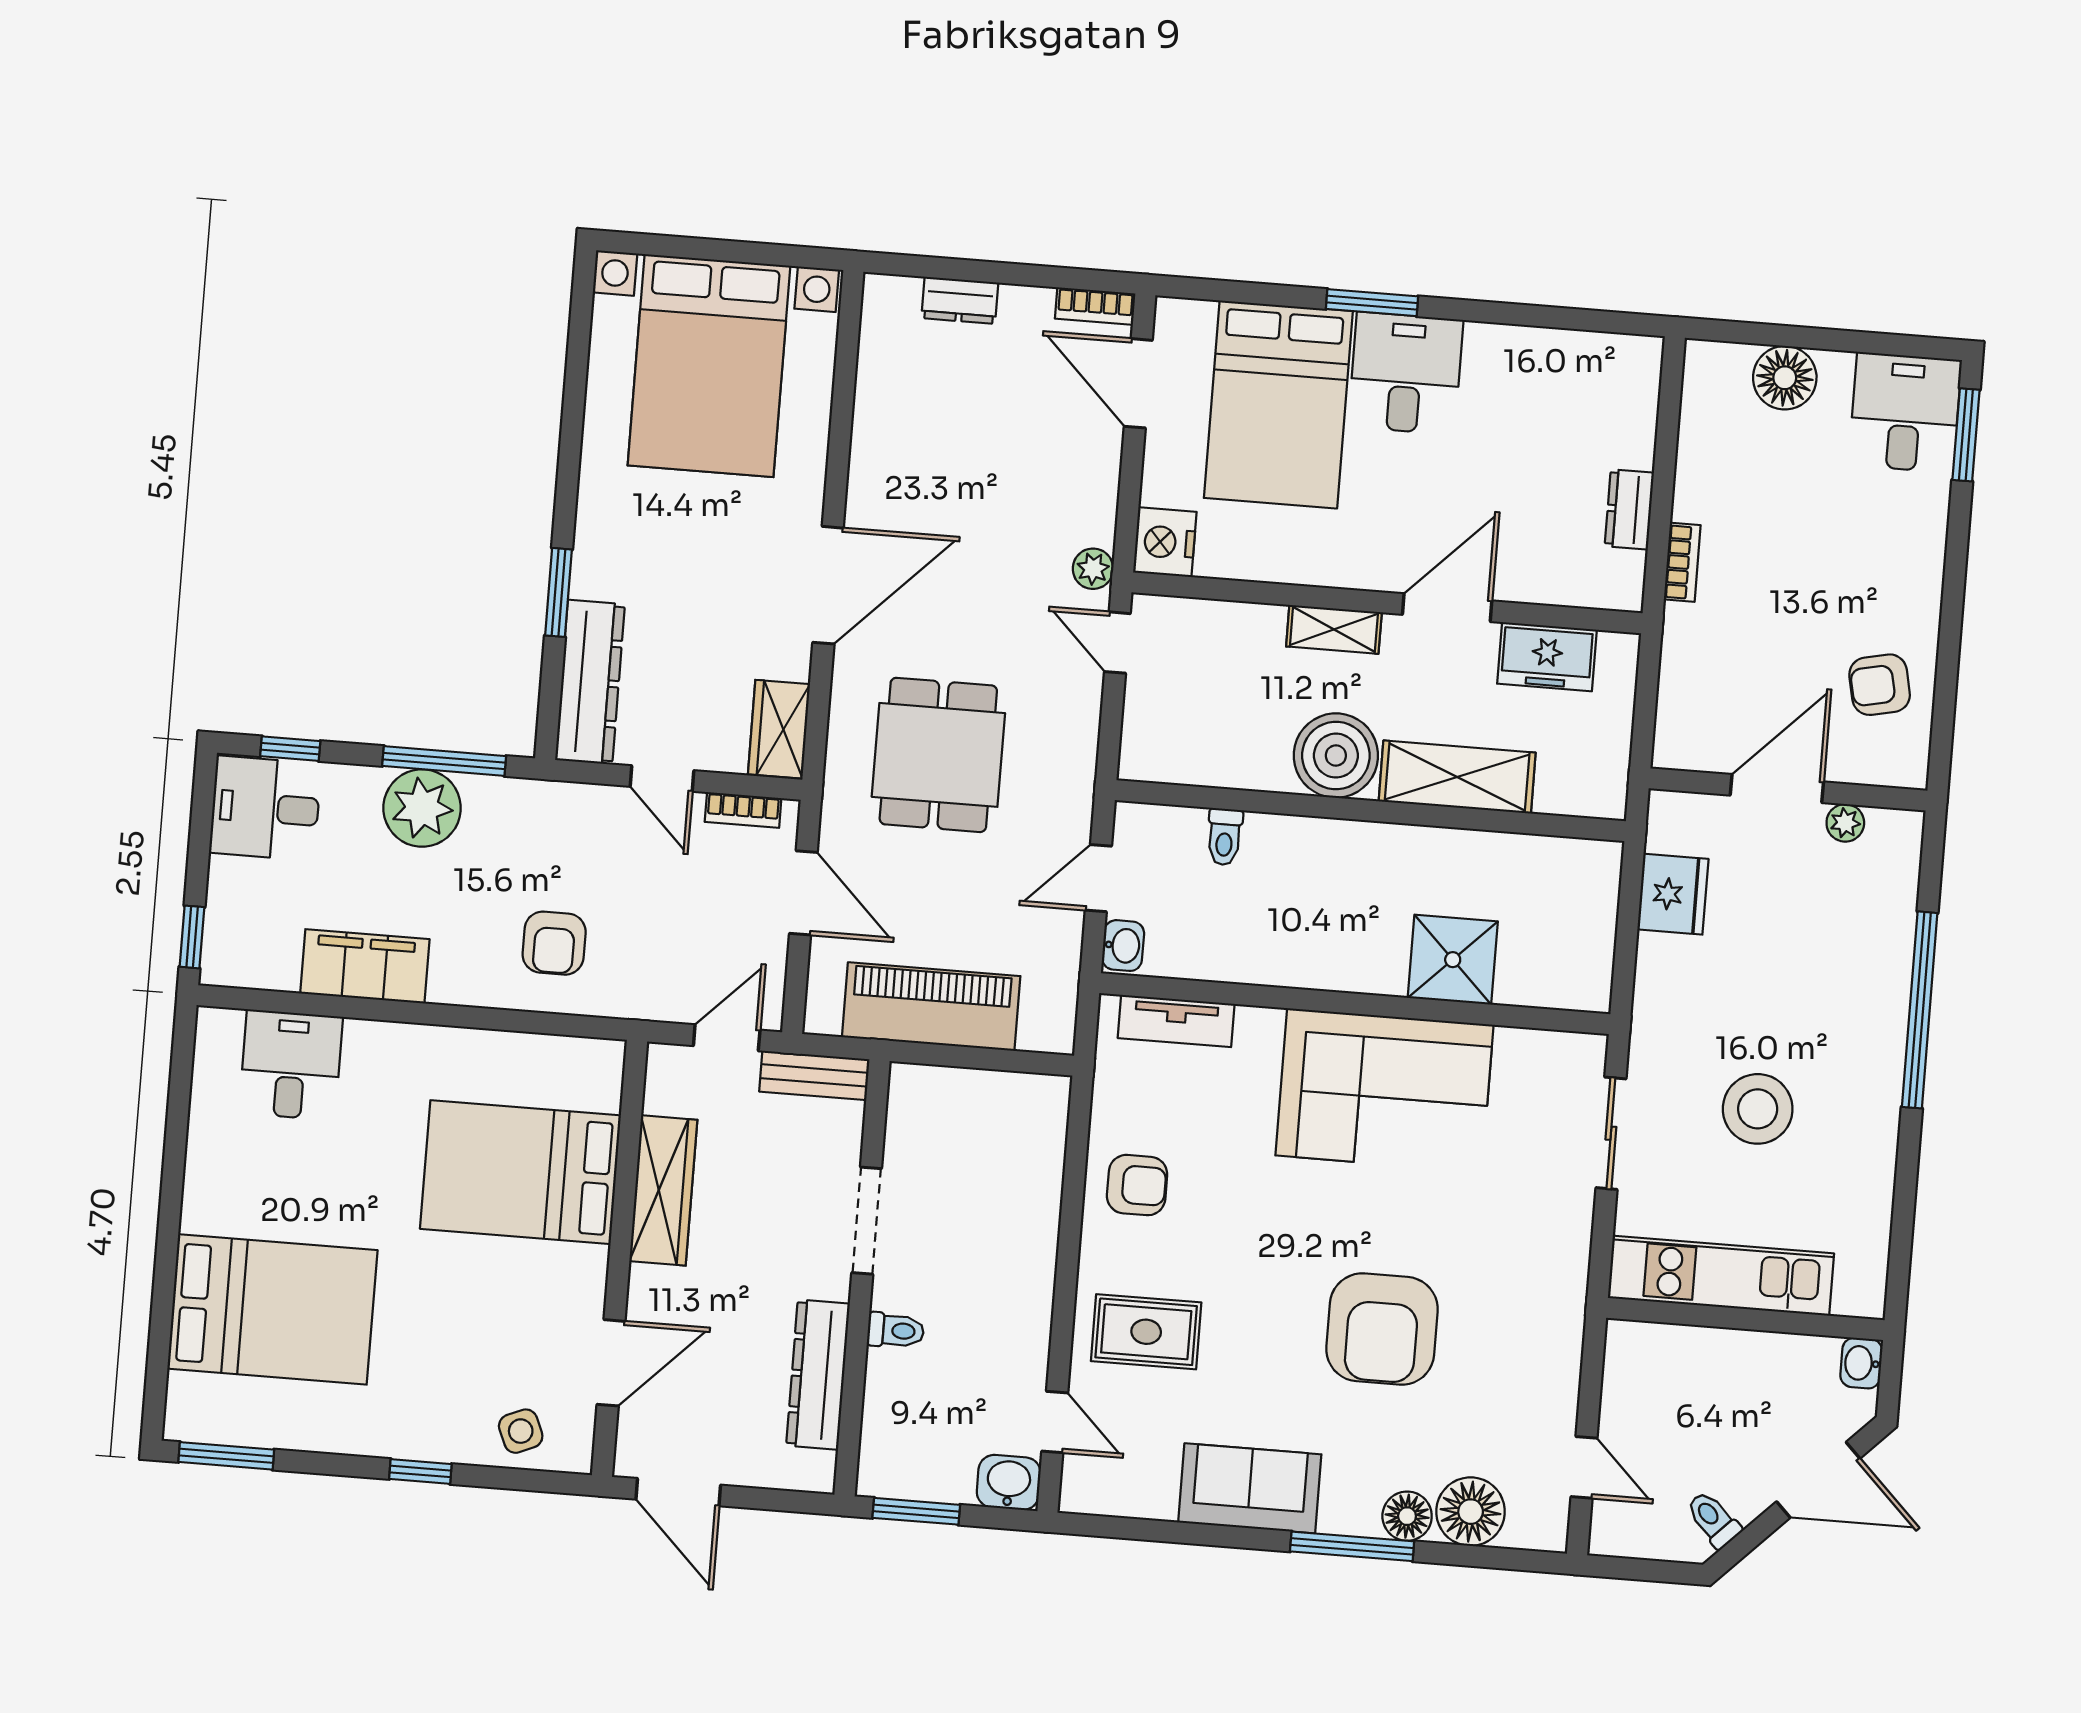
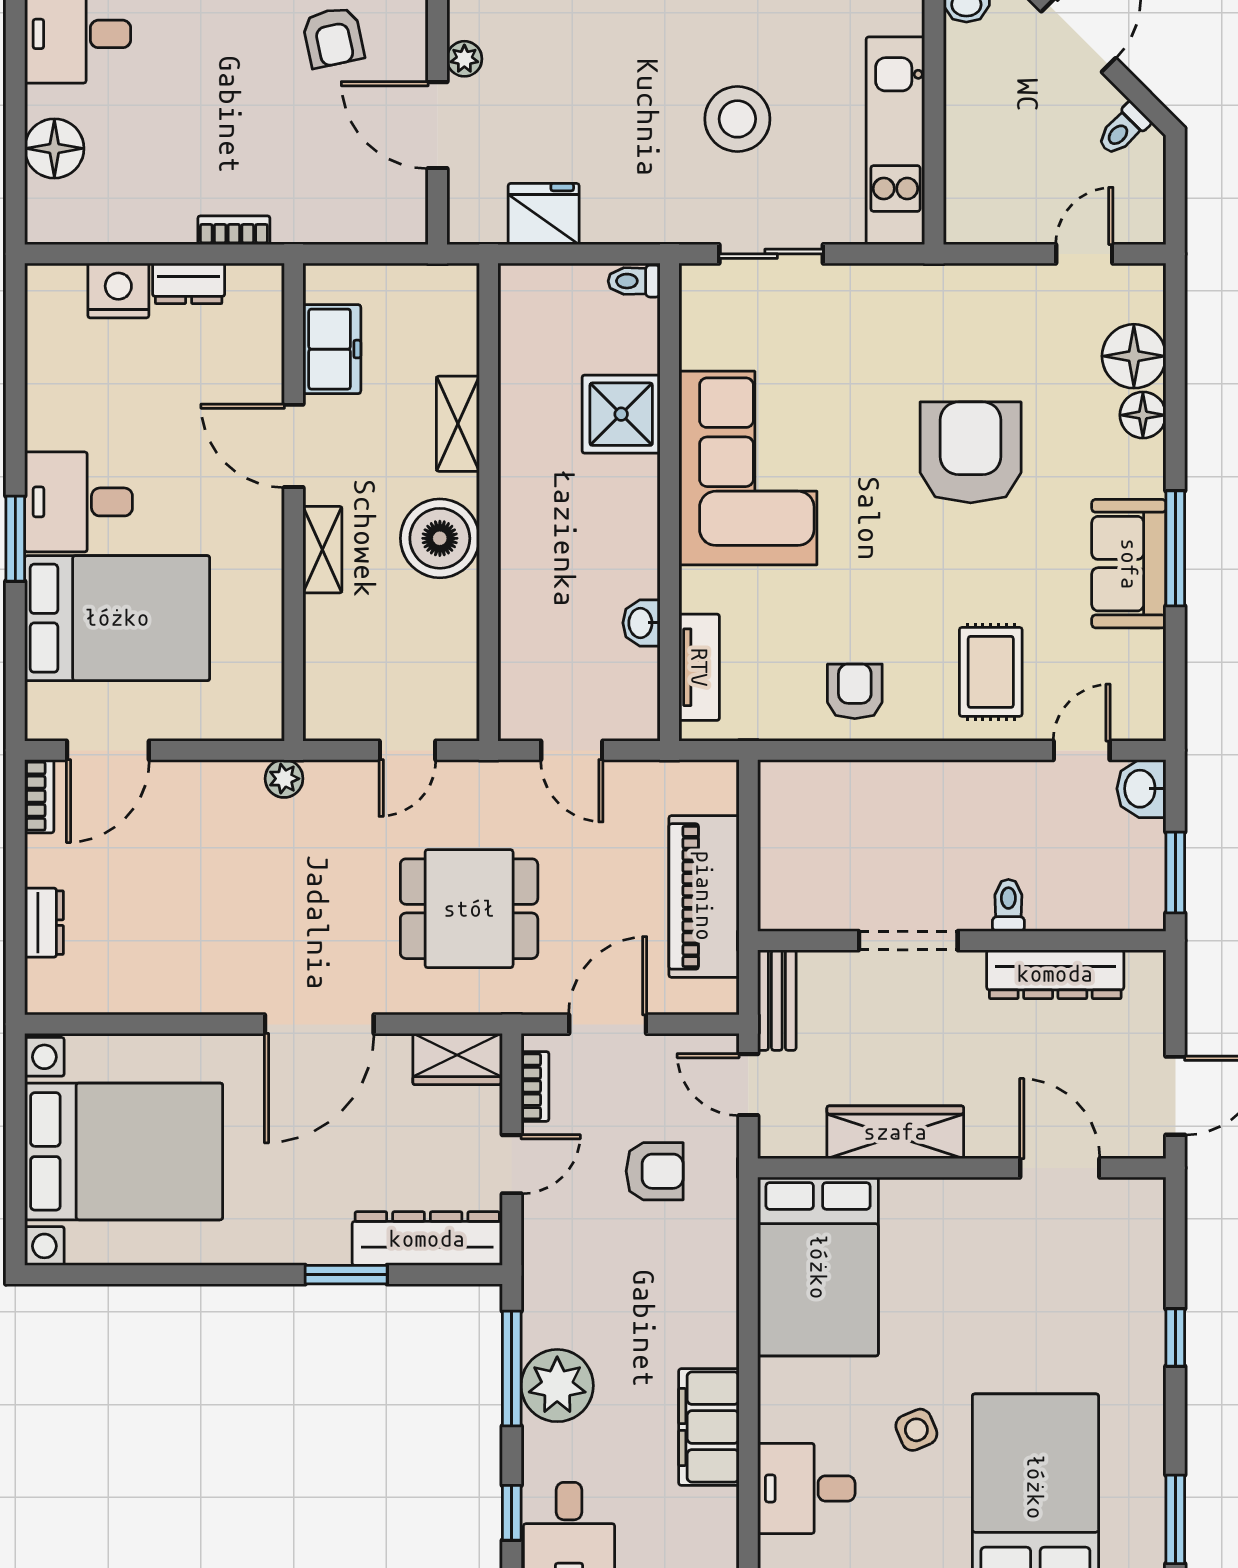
nightstand: (1165, 542) -> (118, 291), moved, turned 180
door: (828, 585) -> (319, 1024), swing flipped
door: (1117, 643) -> (408, 750), moved
shelving: (1457, 777) -> (458, 424), width x0.67, depth x0.75
toilet: (1225, 837) -> (634, 281), moved, turned 180
armchair: (554, 943) -> (655, 1171), moved
washbasin: (1123, 946) -> (642, 623), moved, turned -90
bed: (521, 1172) -> (818, 1267), moved
armchair: (1382, 1329) -> (971, 452), turned -90
side table: (521, 1431) -> (916, 1430), moved
window: (1352, 1546) -> (1175, 548), moved

